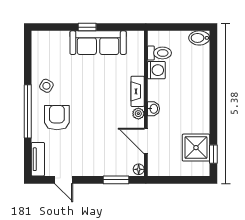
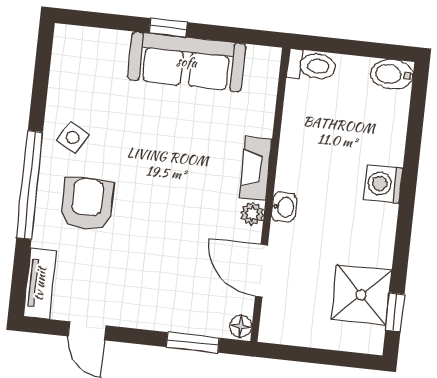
toilet: (159, 53) -> (312, 65), moved
washing machine: (156, 70) -> (383, 184), moved, turned 180

